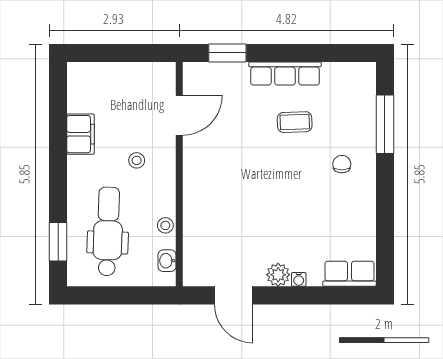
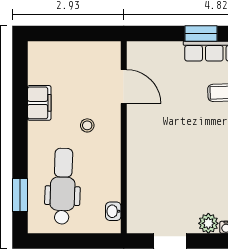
window: (227, 53) -> (201, 33), moved
door: (179, 115) -> (124, 87), hinge flipped
stool: (165, 225) -> (112, 181), removed

